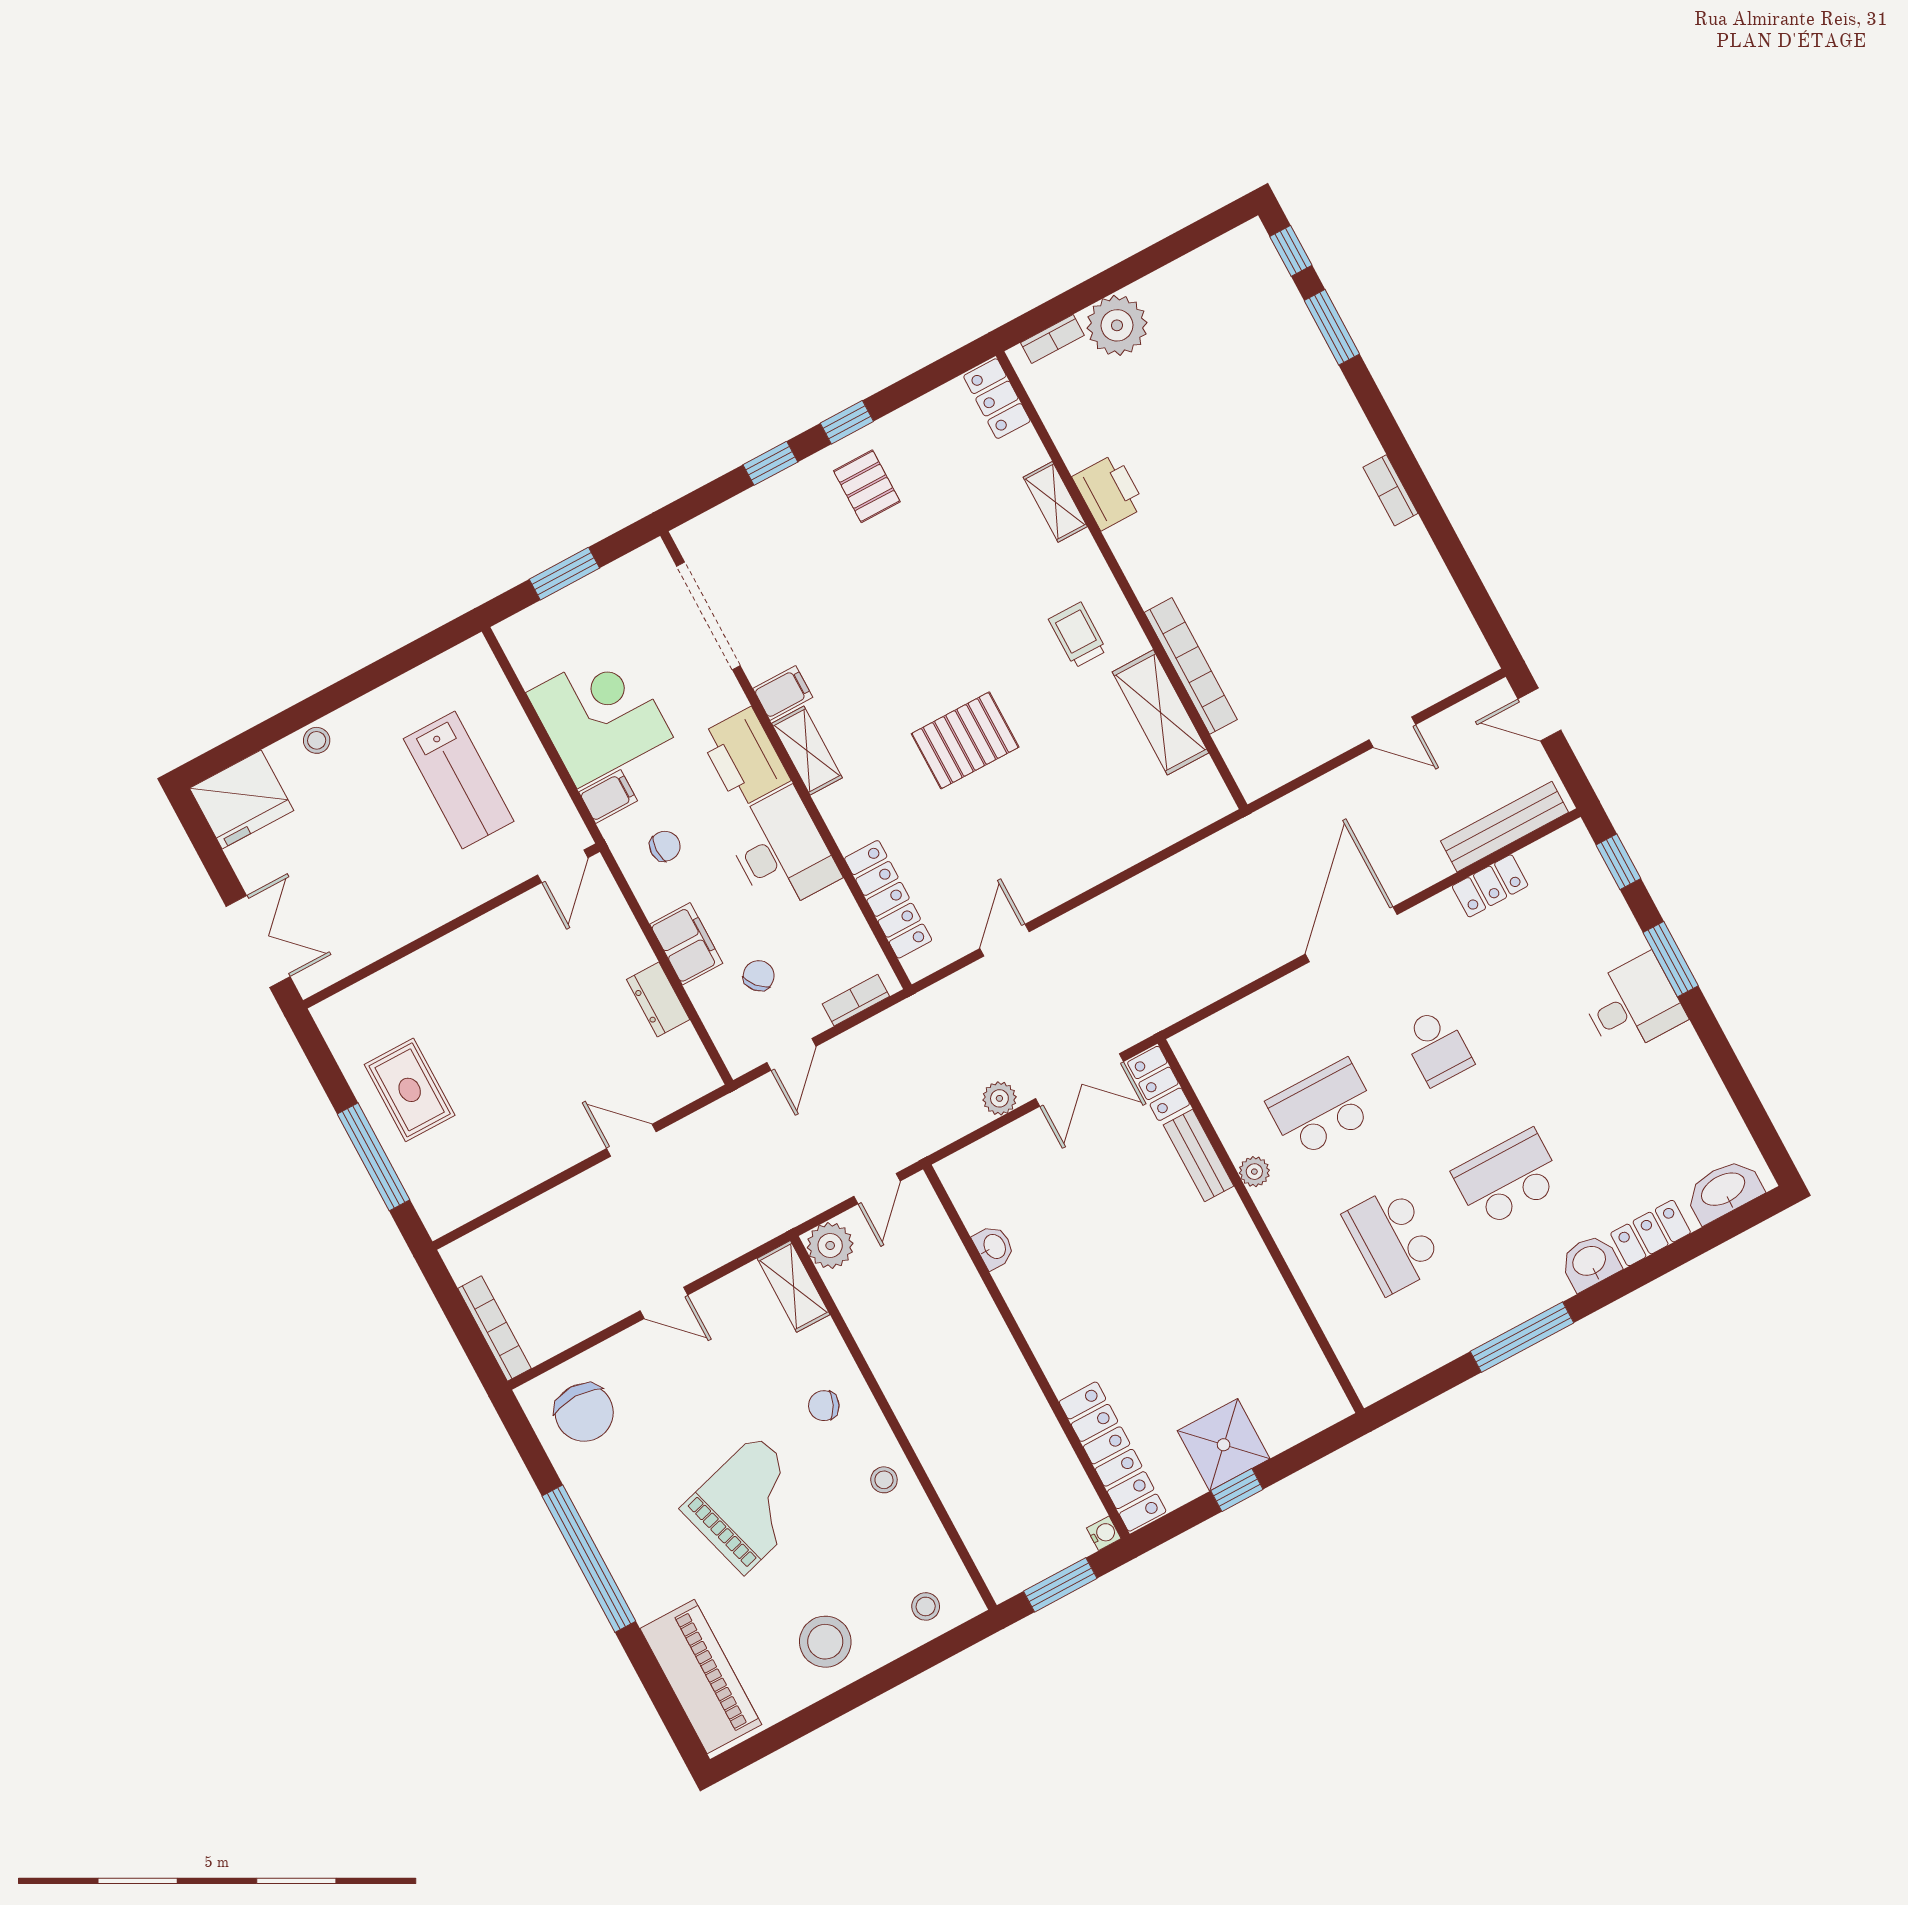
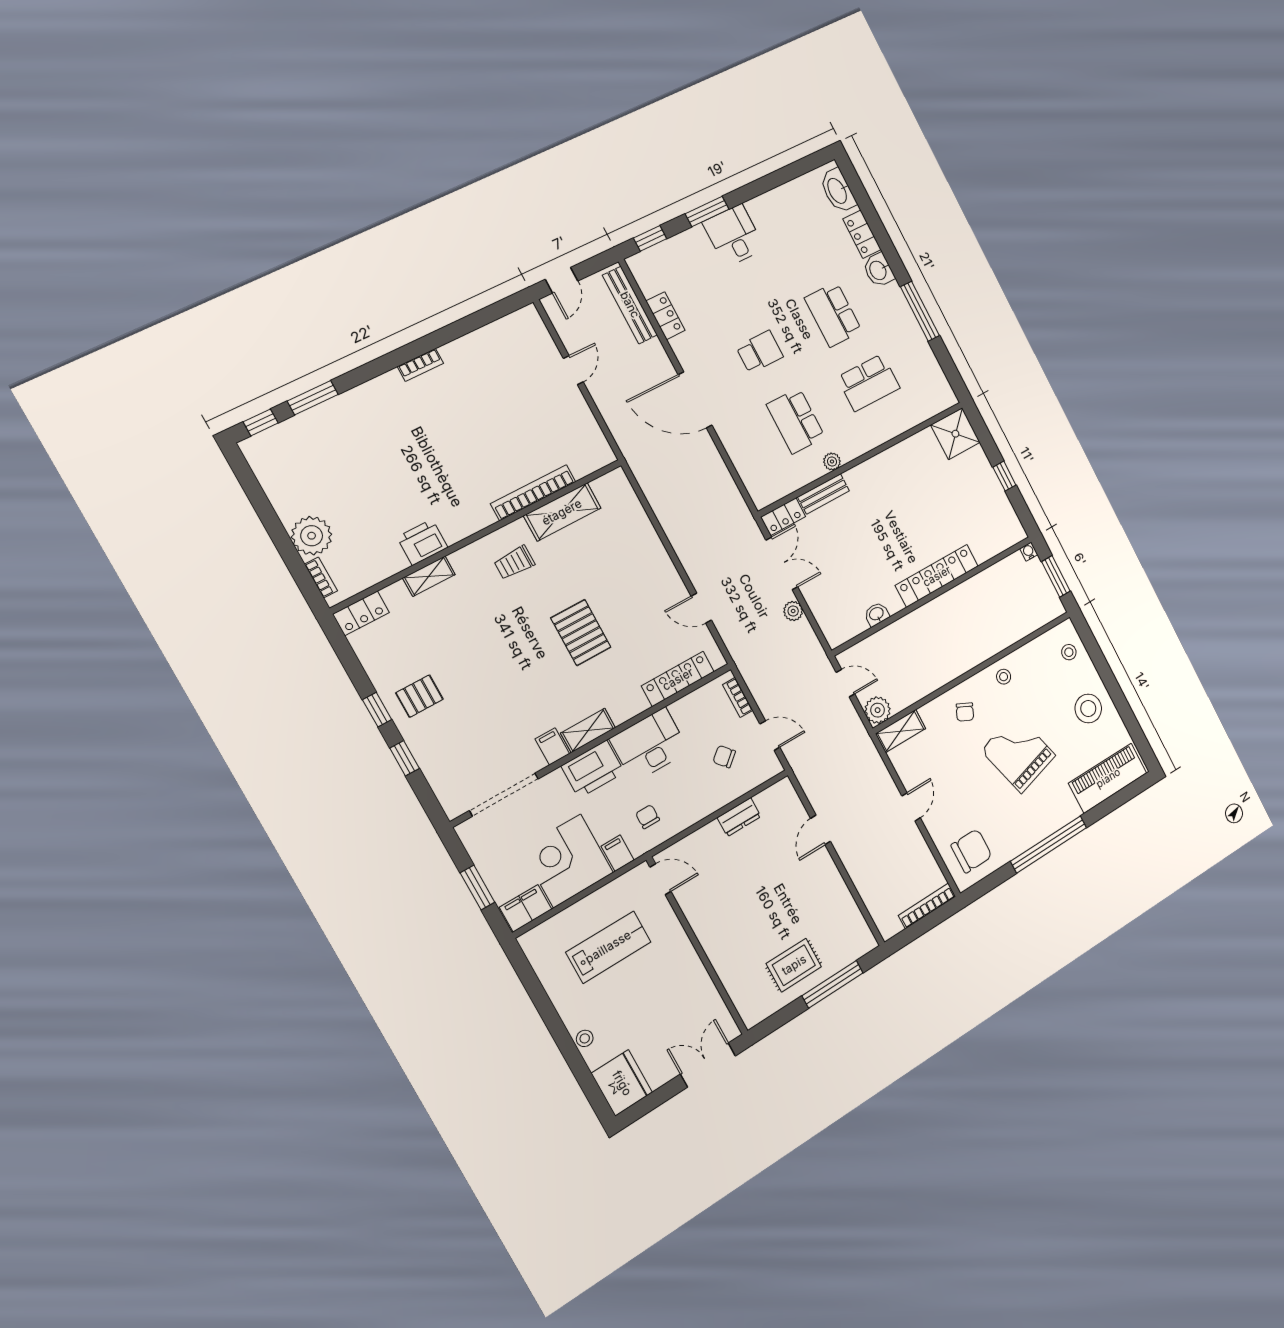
filing cabinet: (686, 944) -> (526, 908), moved
shower: (1224, 1445) -> (955, 434), moved
locker: (1113, 1457) -> (937, 576), moved

